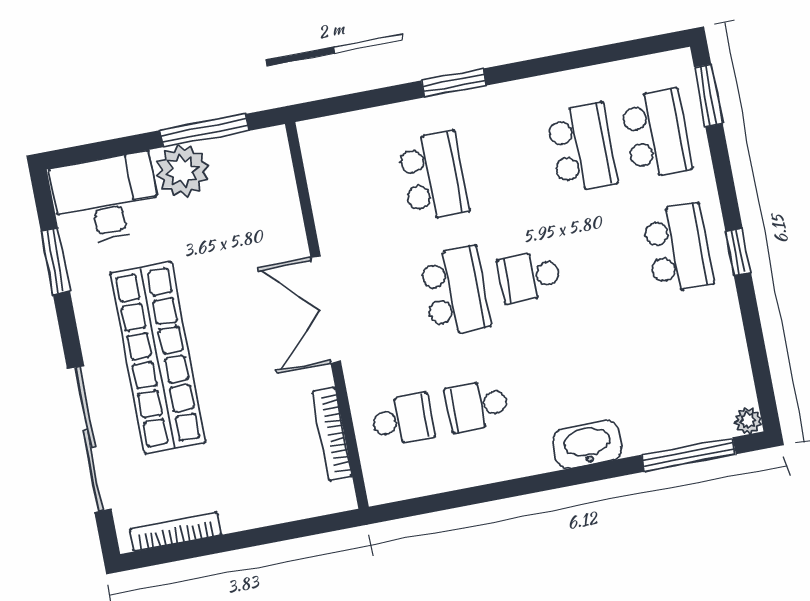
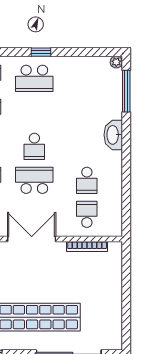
school desk: (678, 248) -> (34, 78), turned 180
double door: (326, 309) -> (32, 239), swing flipped
bookcase: (176, 532) -> (117, 324), removed

